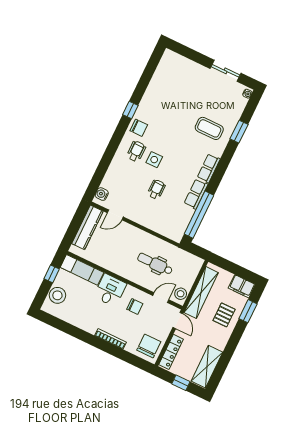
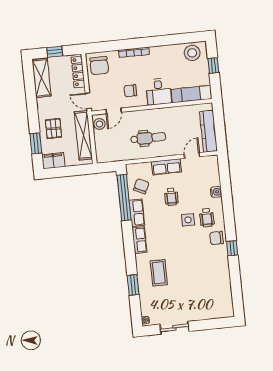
coffee table: (209, 128) -> (159, 273), turned 90
water cooler: (102, 194) -> (216, 192), moved
chair: (177, 215) -> (141, 186), added
row of seats: (144, 219) -> (166, 167), added
dental chair: (155, 264) -> (148, 138), moved
window: (52, 274) -> (213, 66), moved
stool: (57, 295) -> (192, 53), moved

